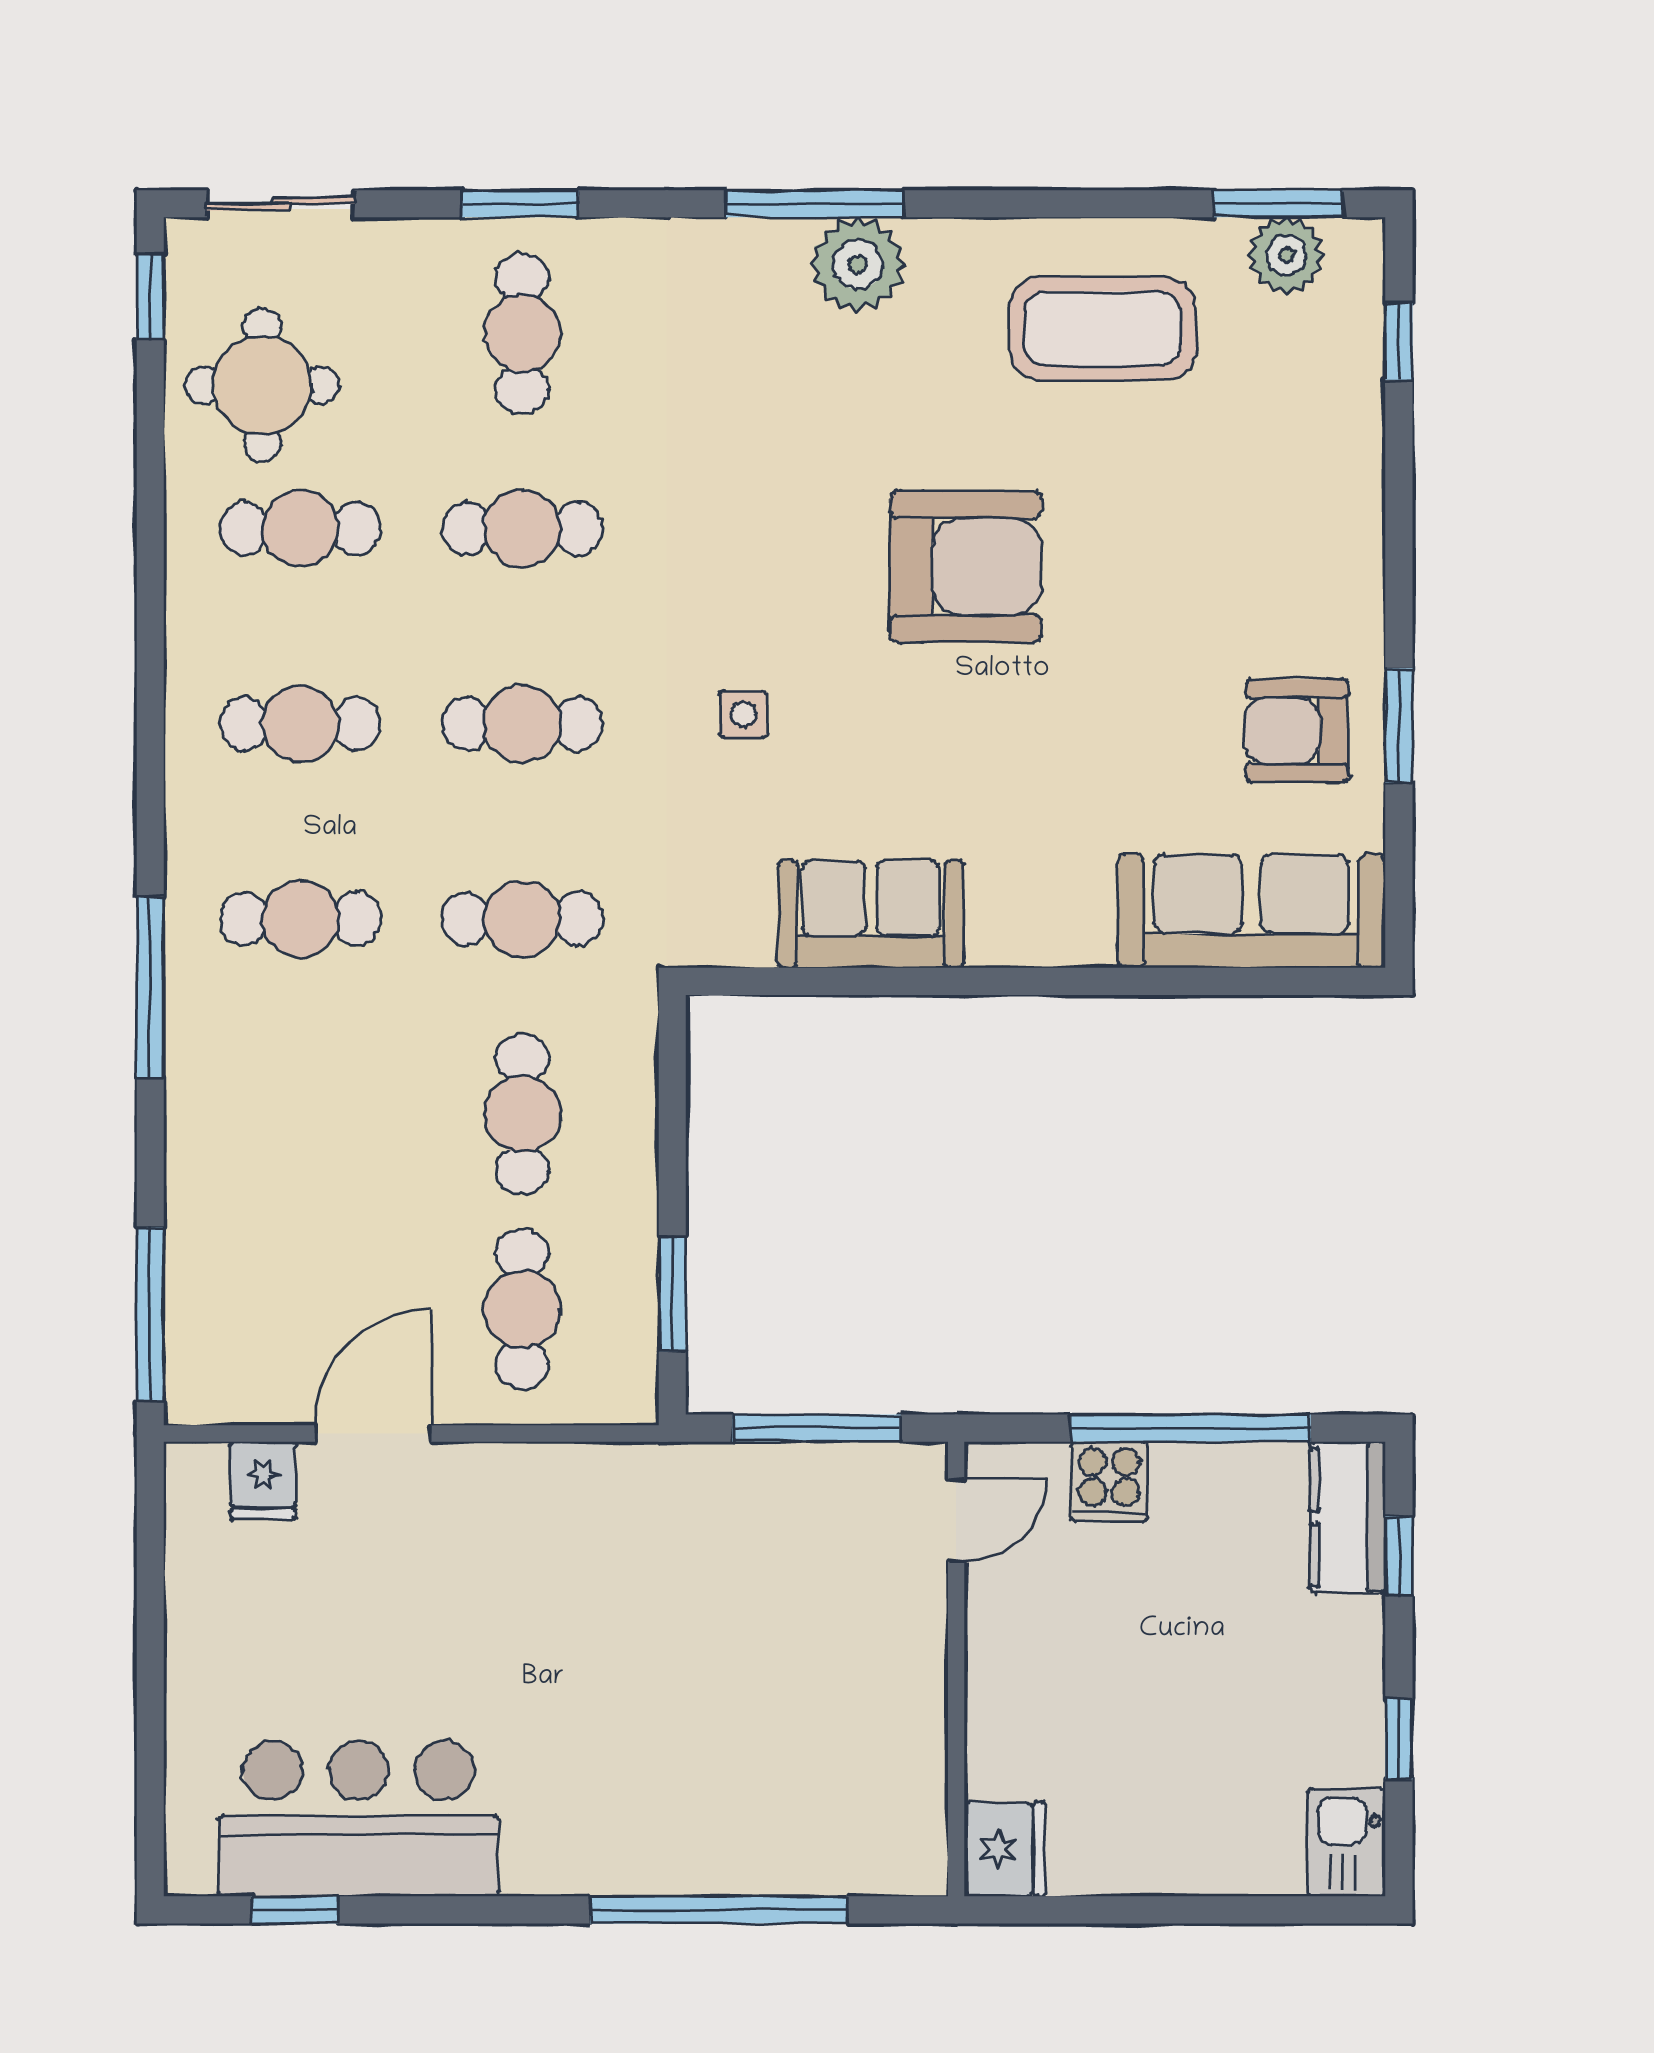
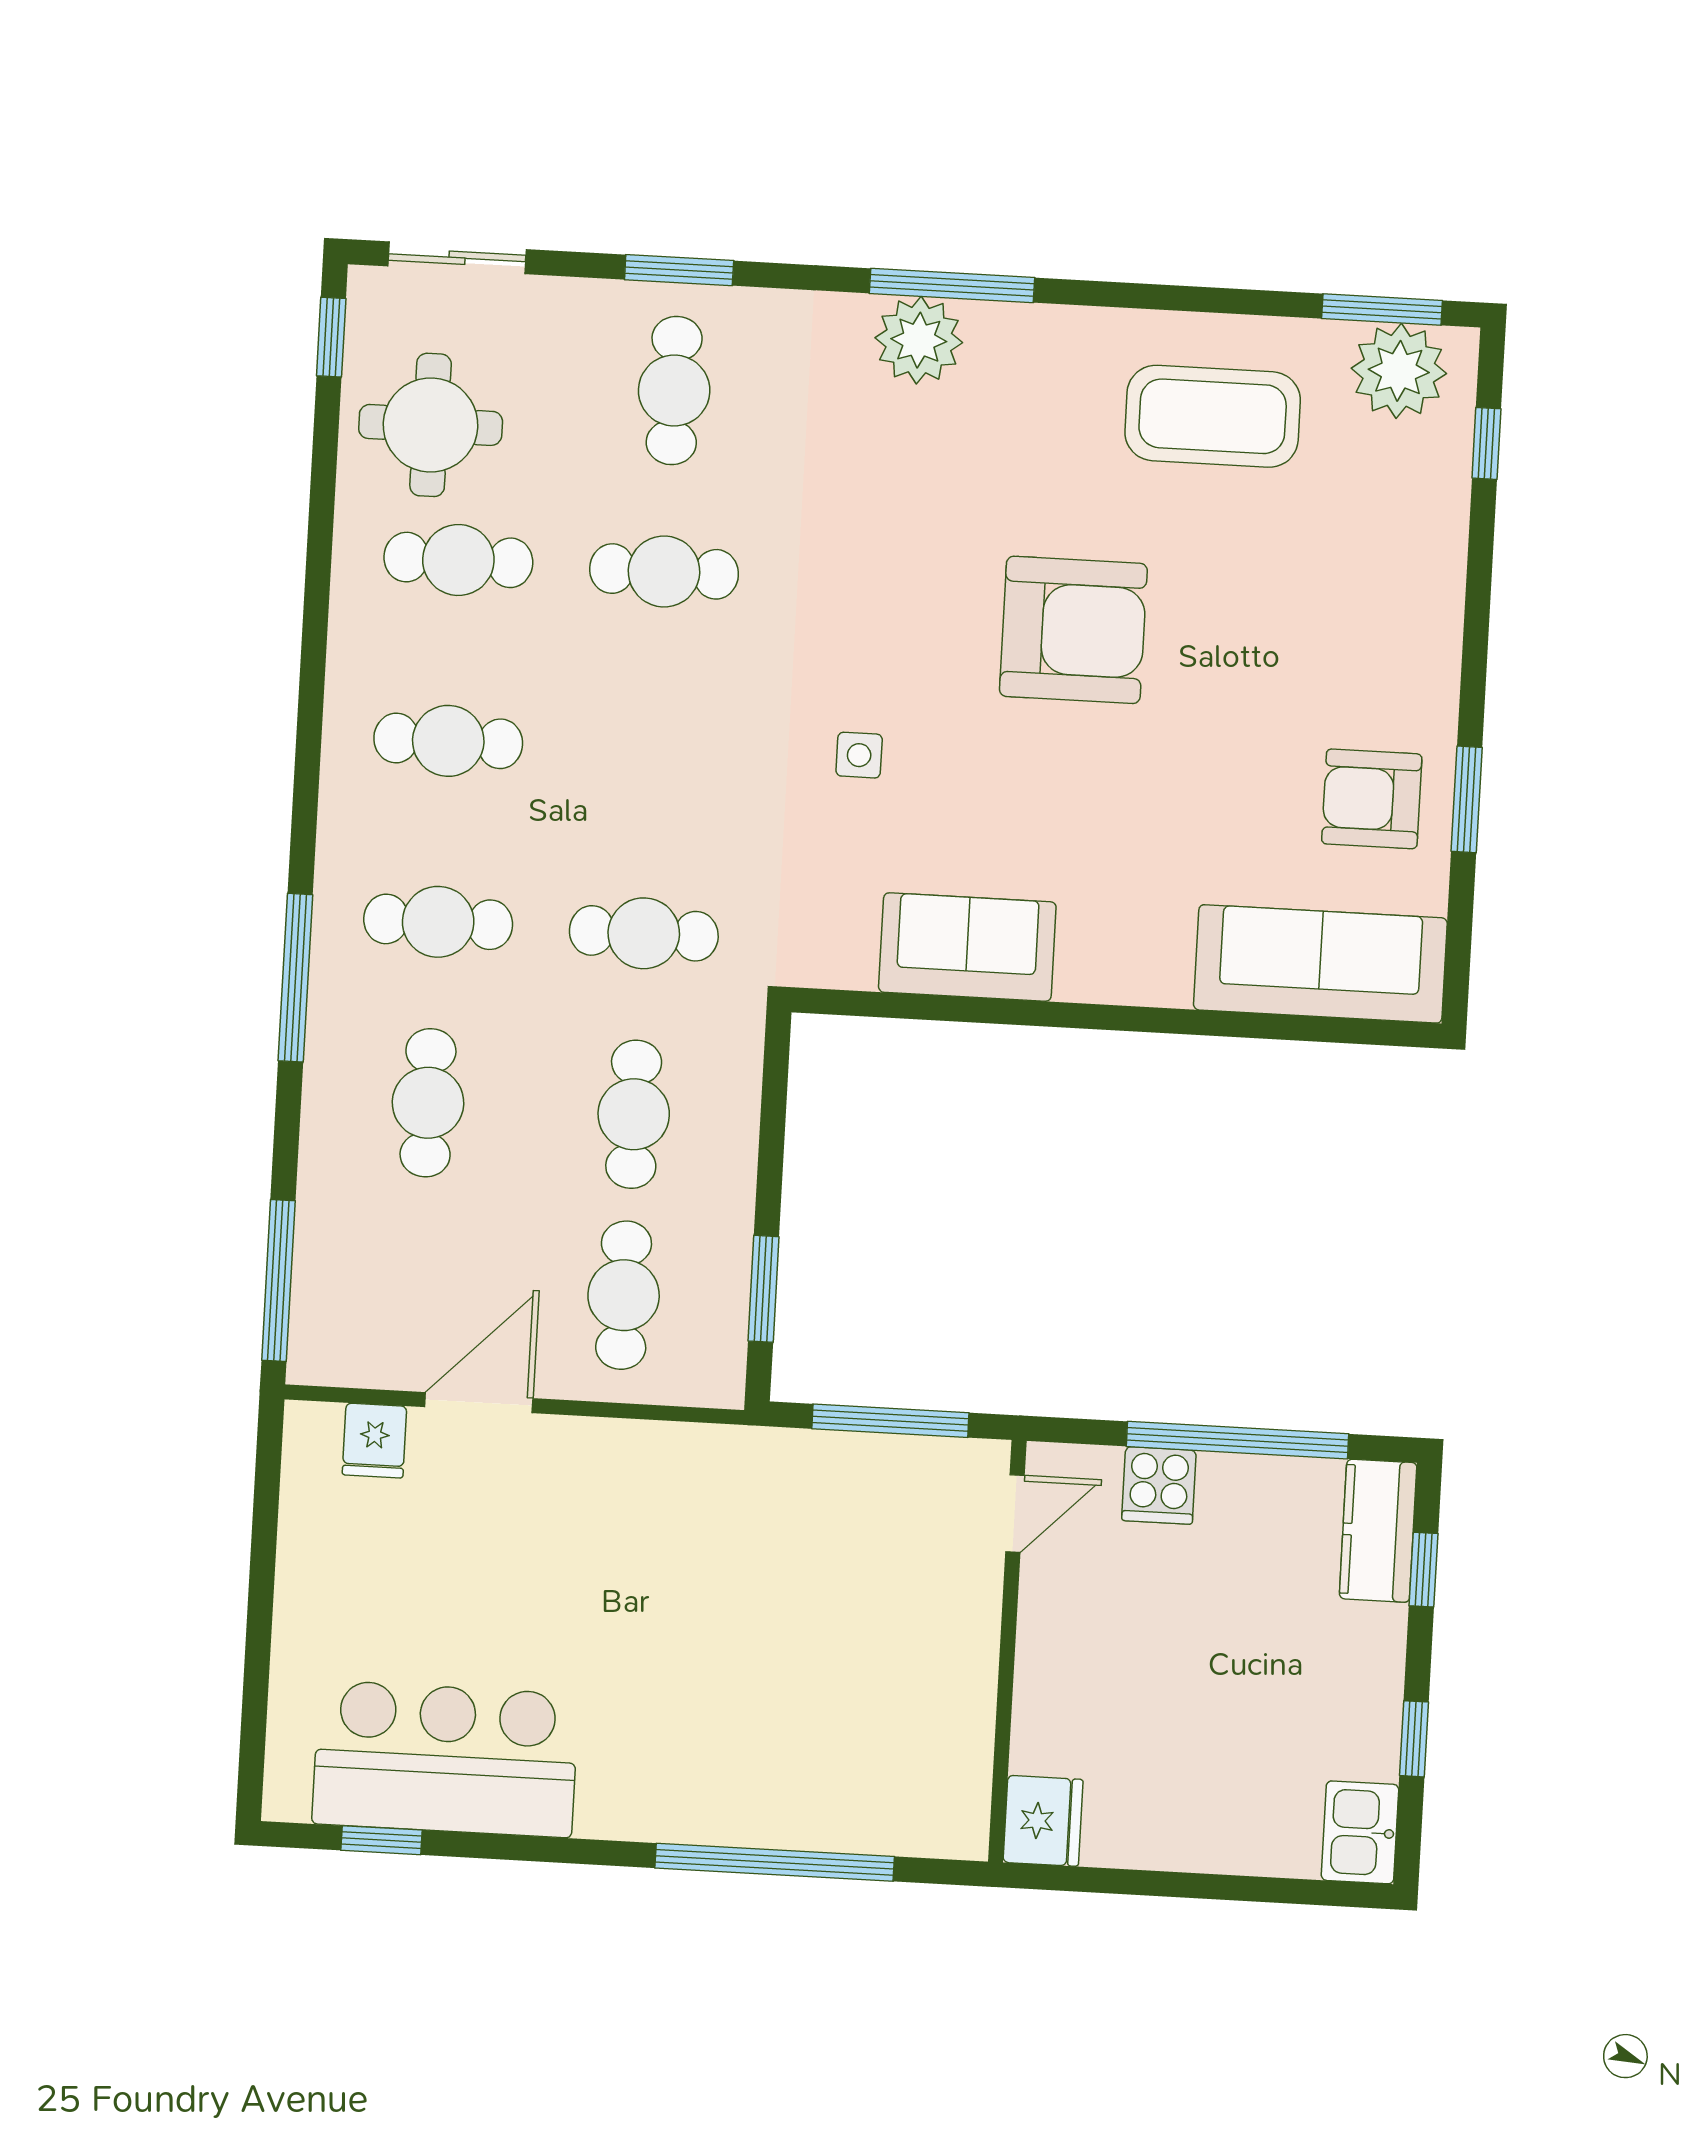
plant: (1286, 255) -> (1399, 371), width x1.36, depth x1.36
plant: (858, 265) -> (919, 340), moved
cafe table: (522, 724) -> (428, 1103), moved, turned 90

